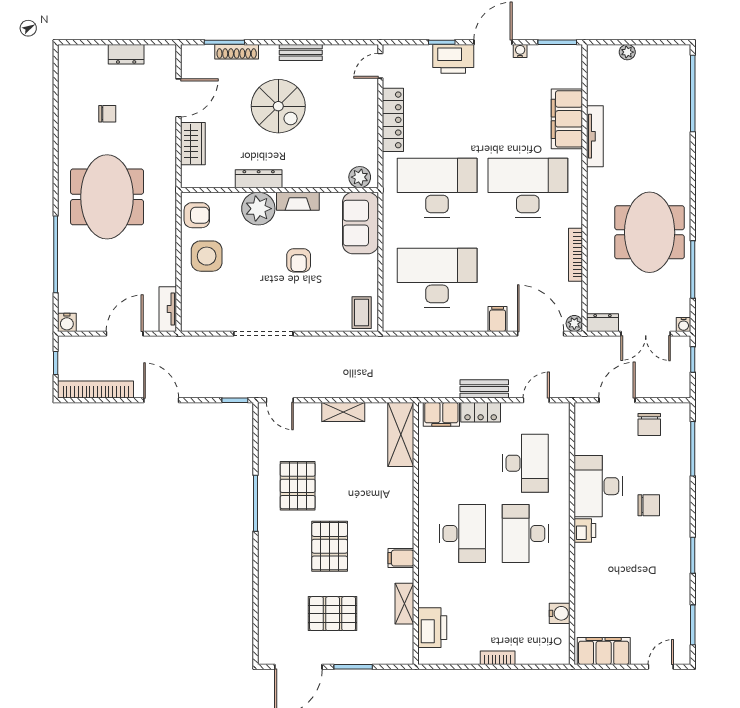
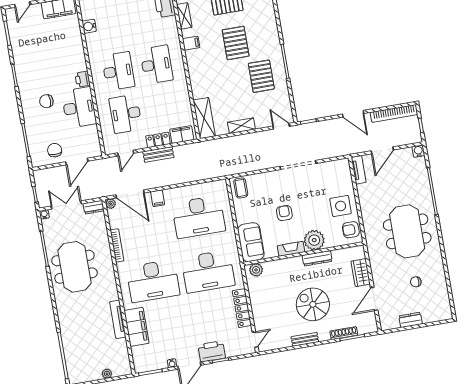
desk: (462, 533) -> (156, 65), turned 180

